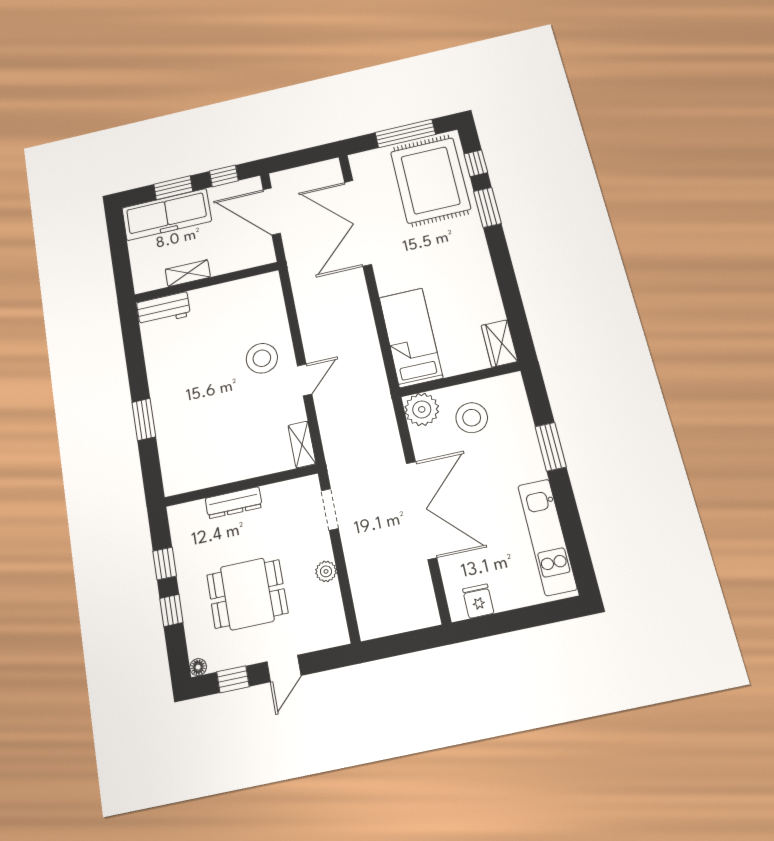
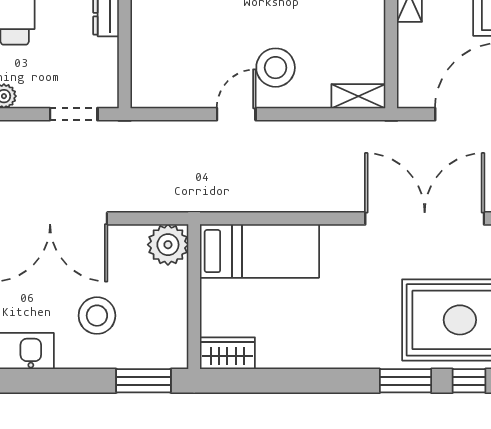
door: (305, 380) -> (236, 114), swing flipped
stool: (472, 418) -> (97, 316), moved
shelving: (302, 444) -> (358, 96), moved
window: (551, 447) -> (144, 381), moved

